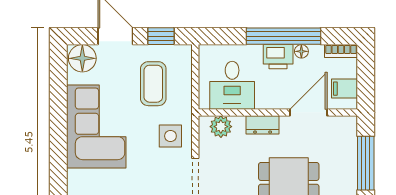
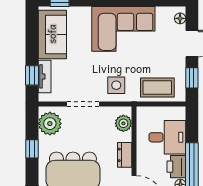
floor lamp: (82, 58) -> (180, 18), width x0.53, depth x0.53
coffee table: (153, 84) -> (157, 88), moved
desk: (232, 85) -> (167, 137), moved, turned 180

